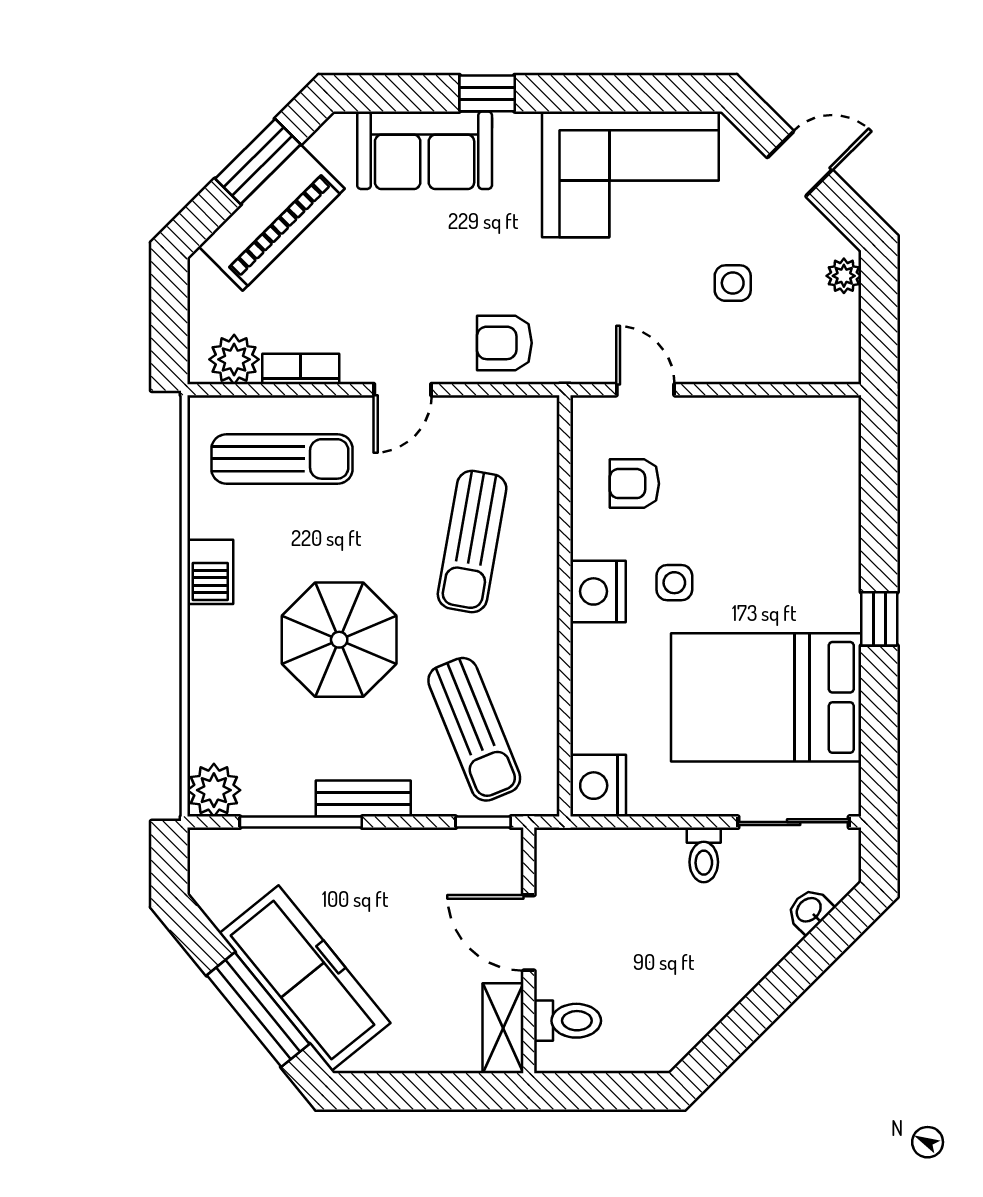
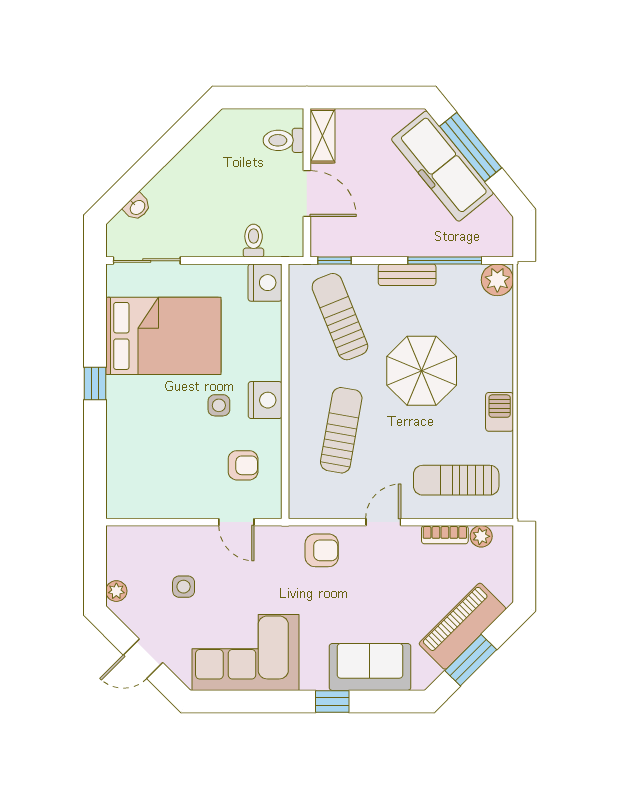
plant: (234, 359) -> (481, 536), width x0.73, depth x0.73
toilet: (704, 855) -> (254, 241), moved

